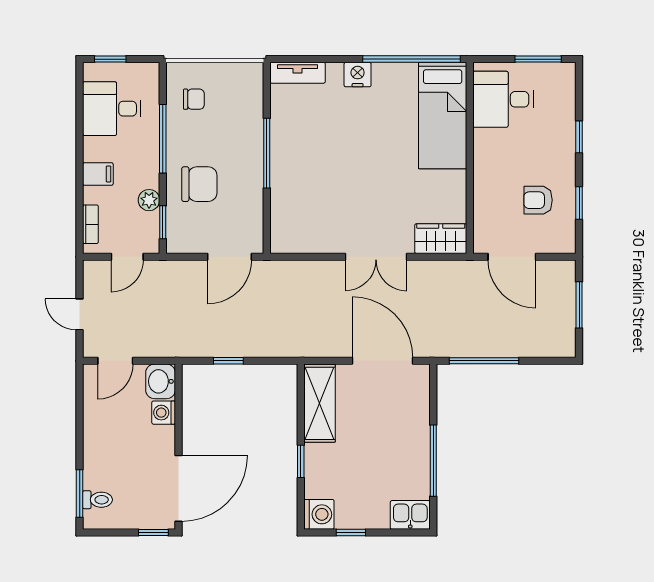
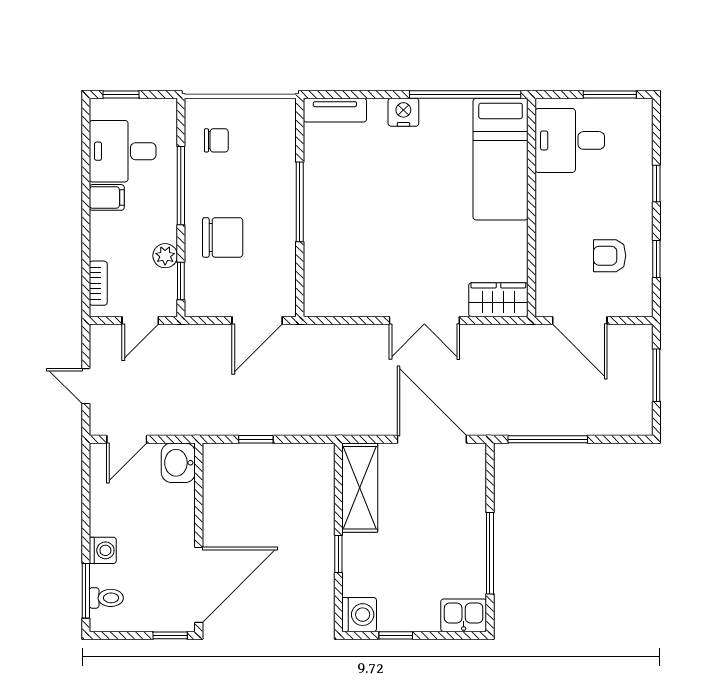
filing cabinet: (98, 174) -> (107, 197), moved
washing machine: (164, 413) -> (103, 550), moved, turned 180

